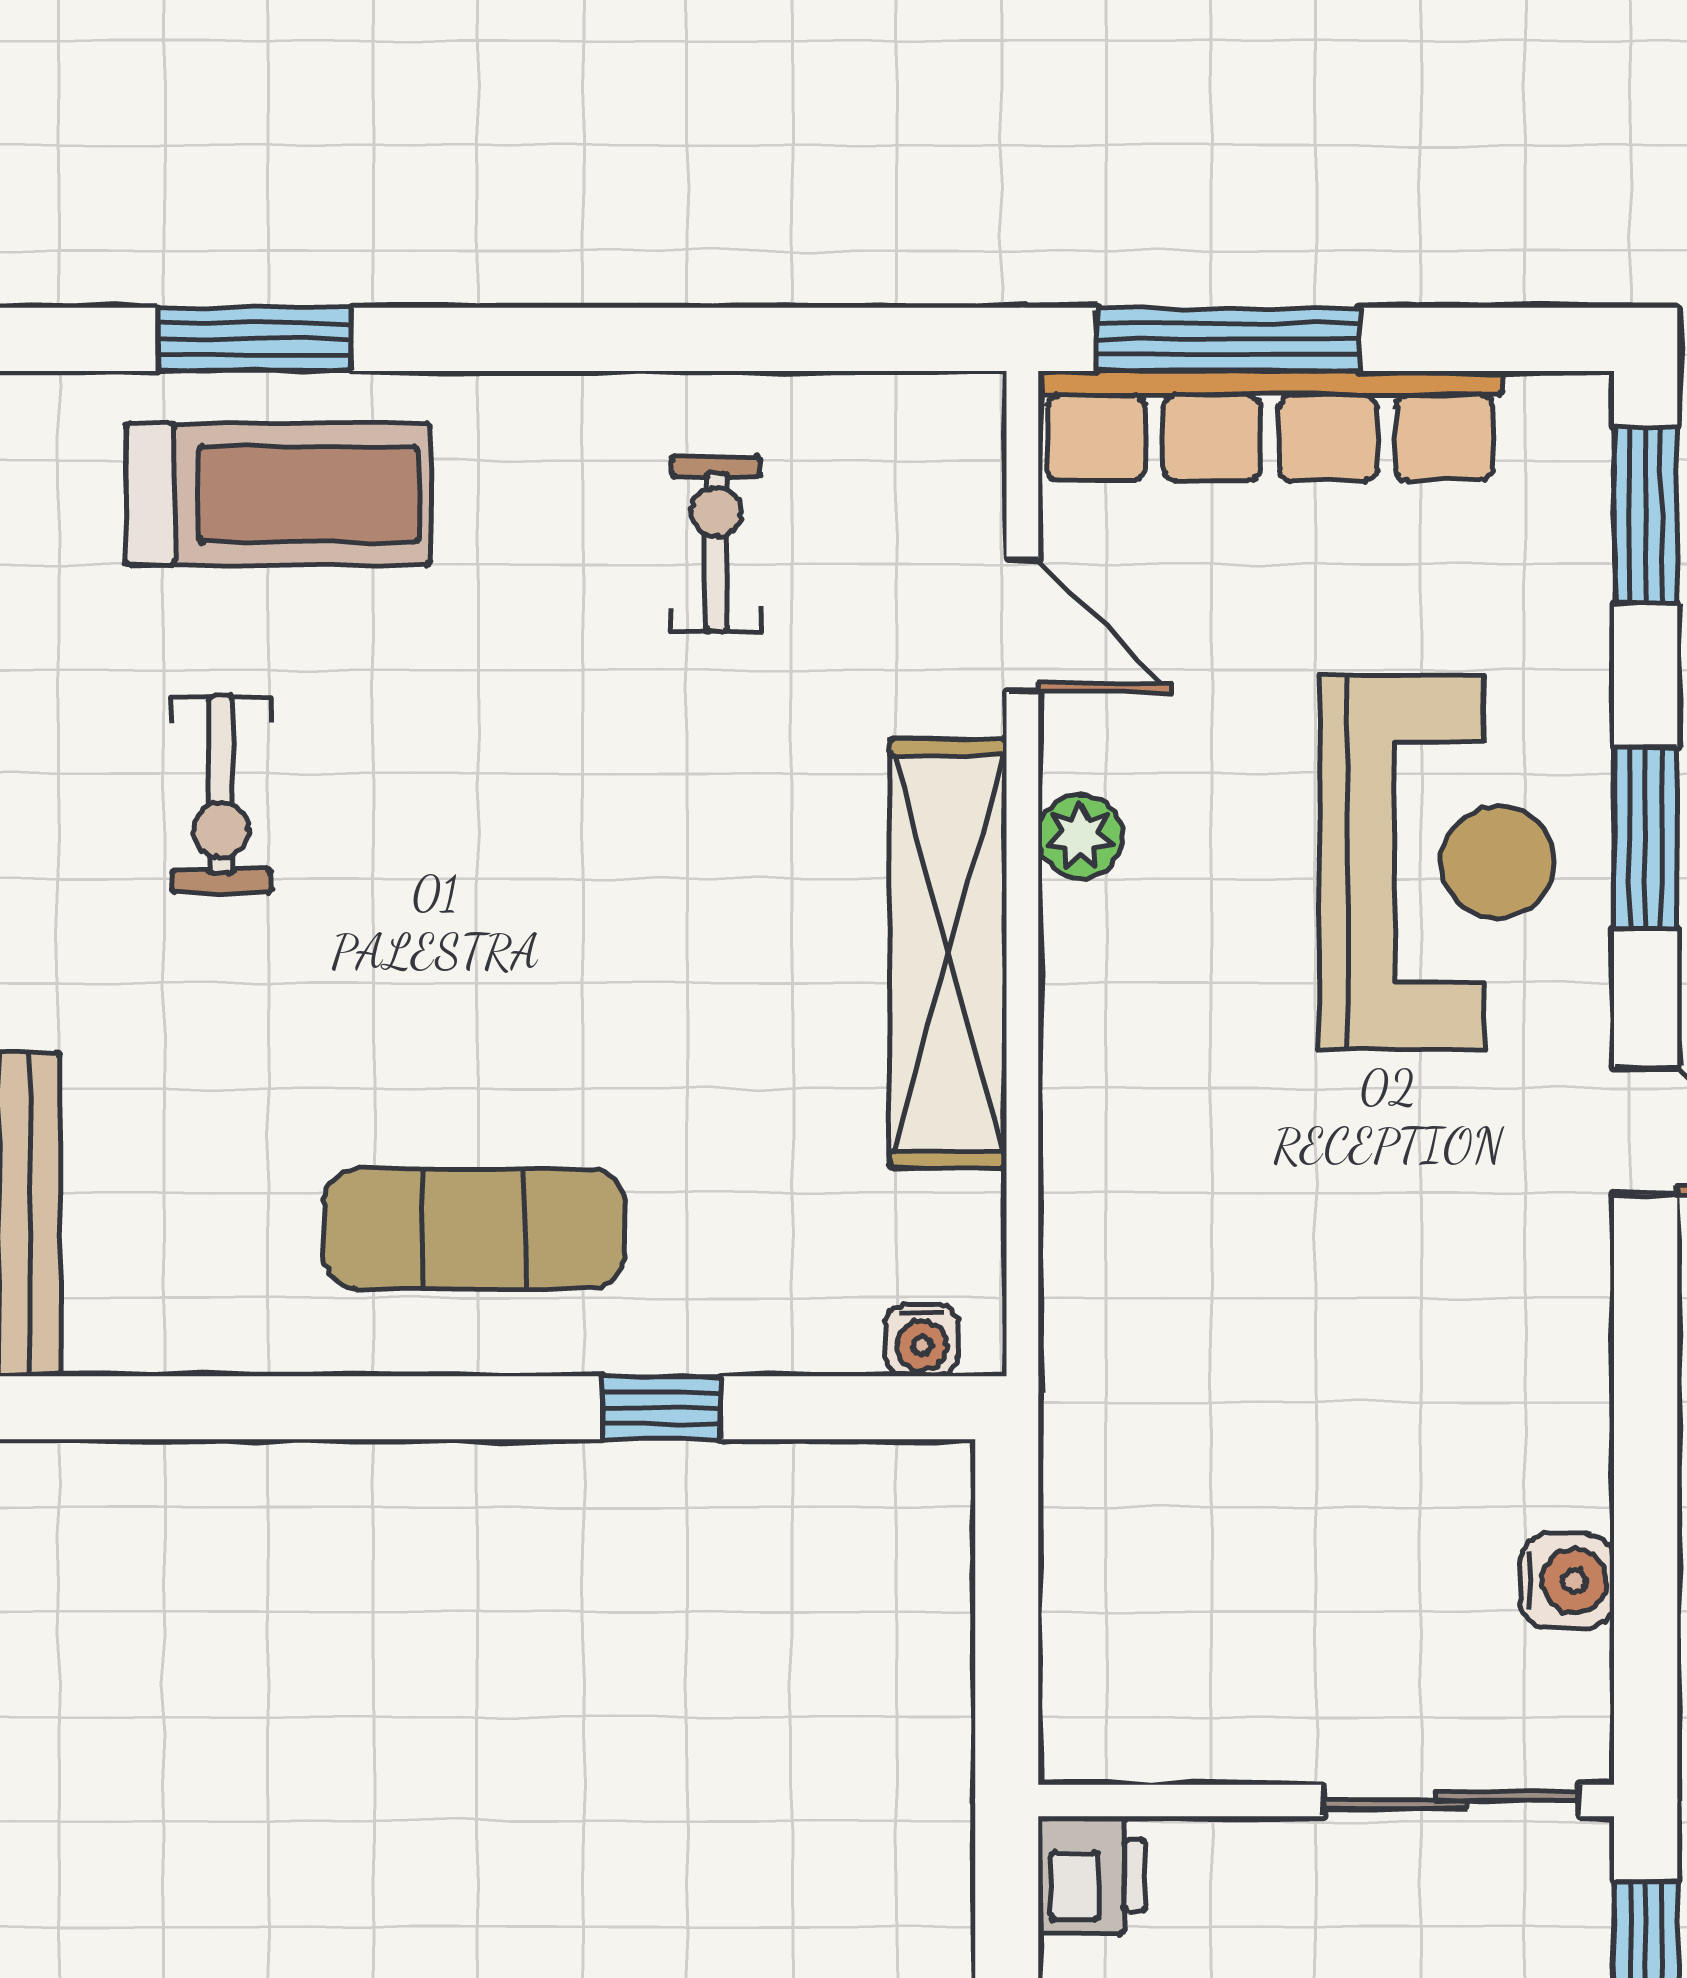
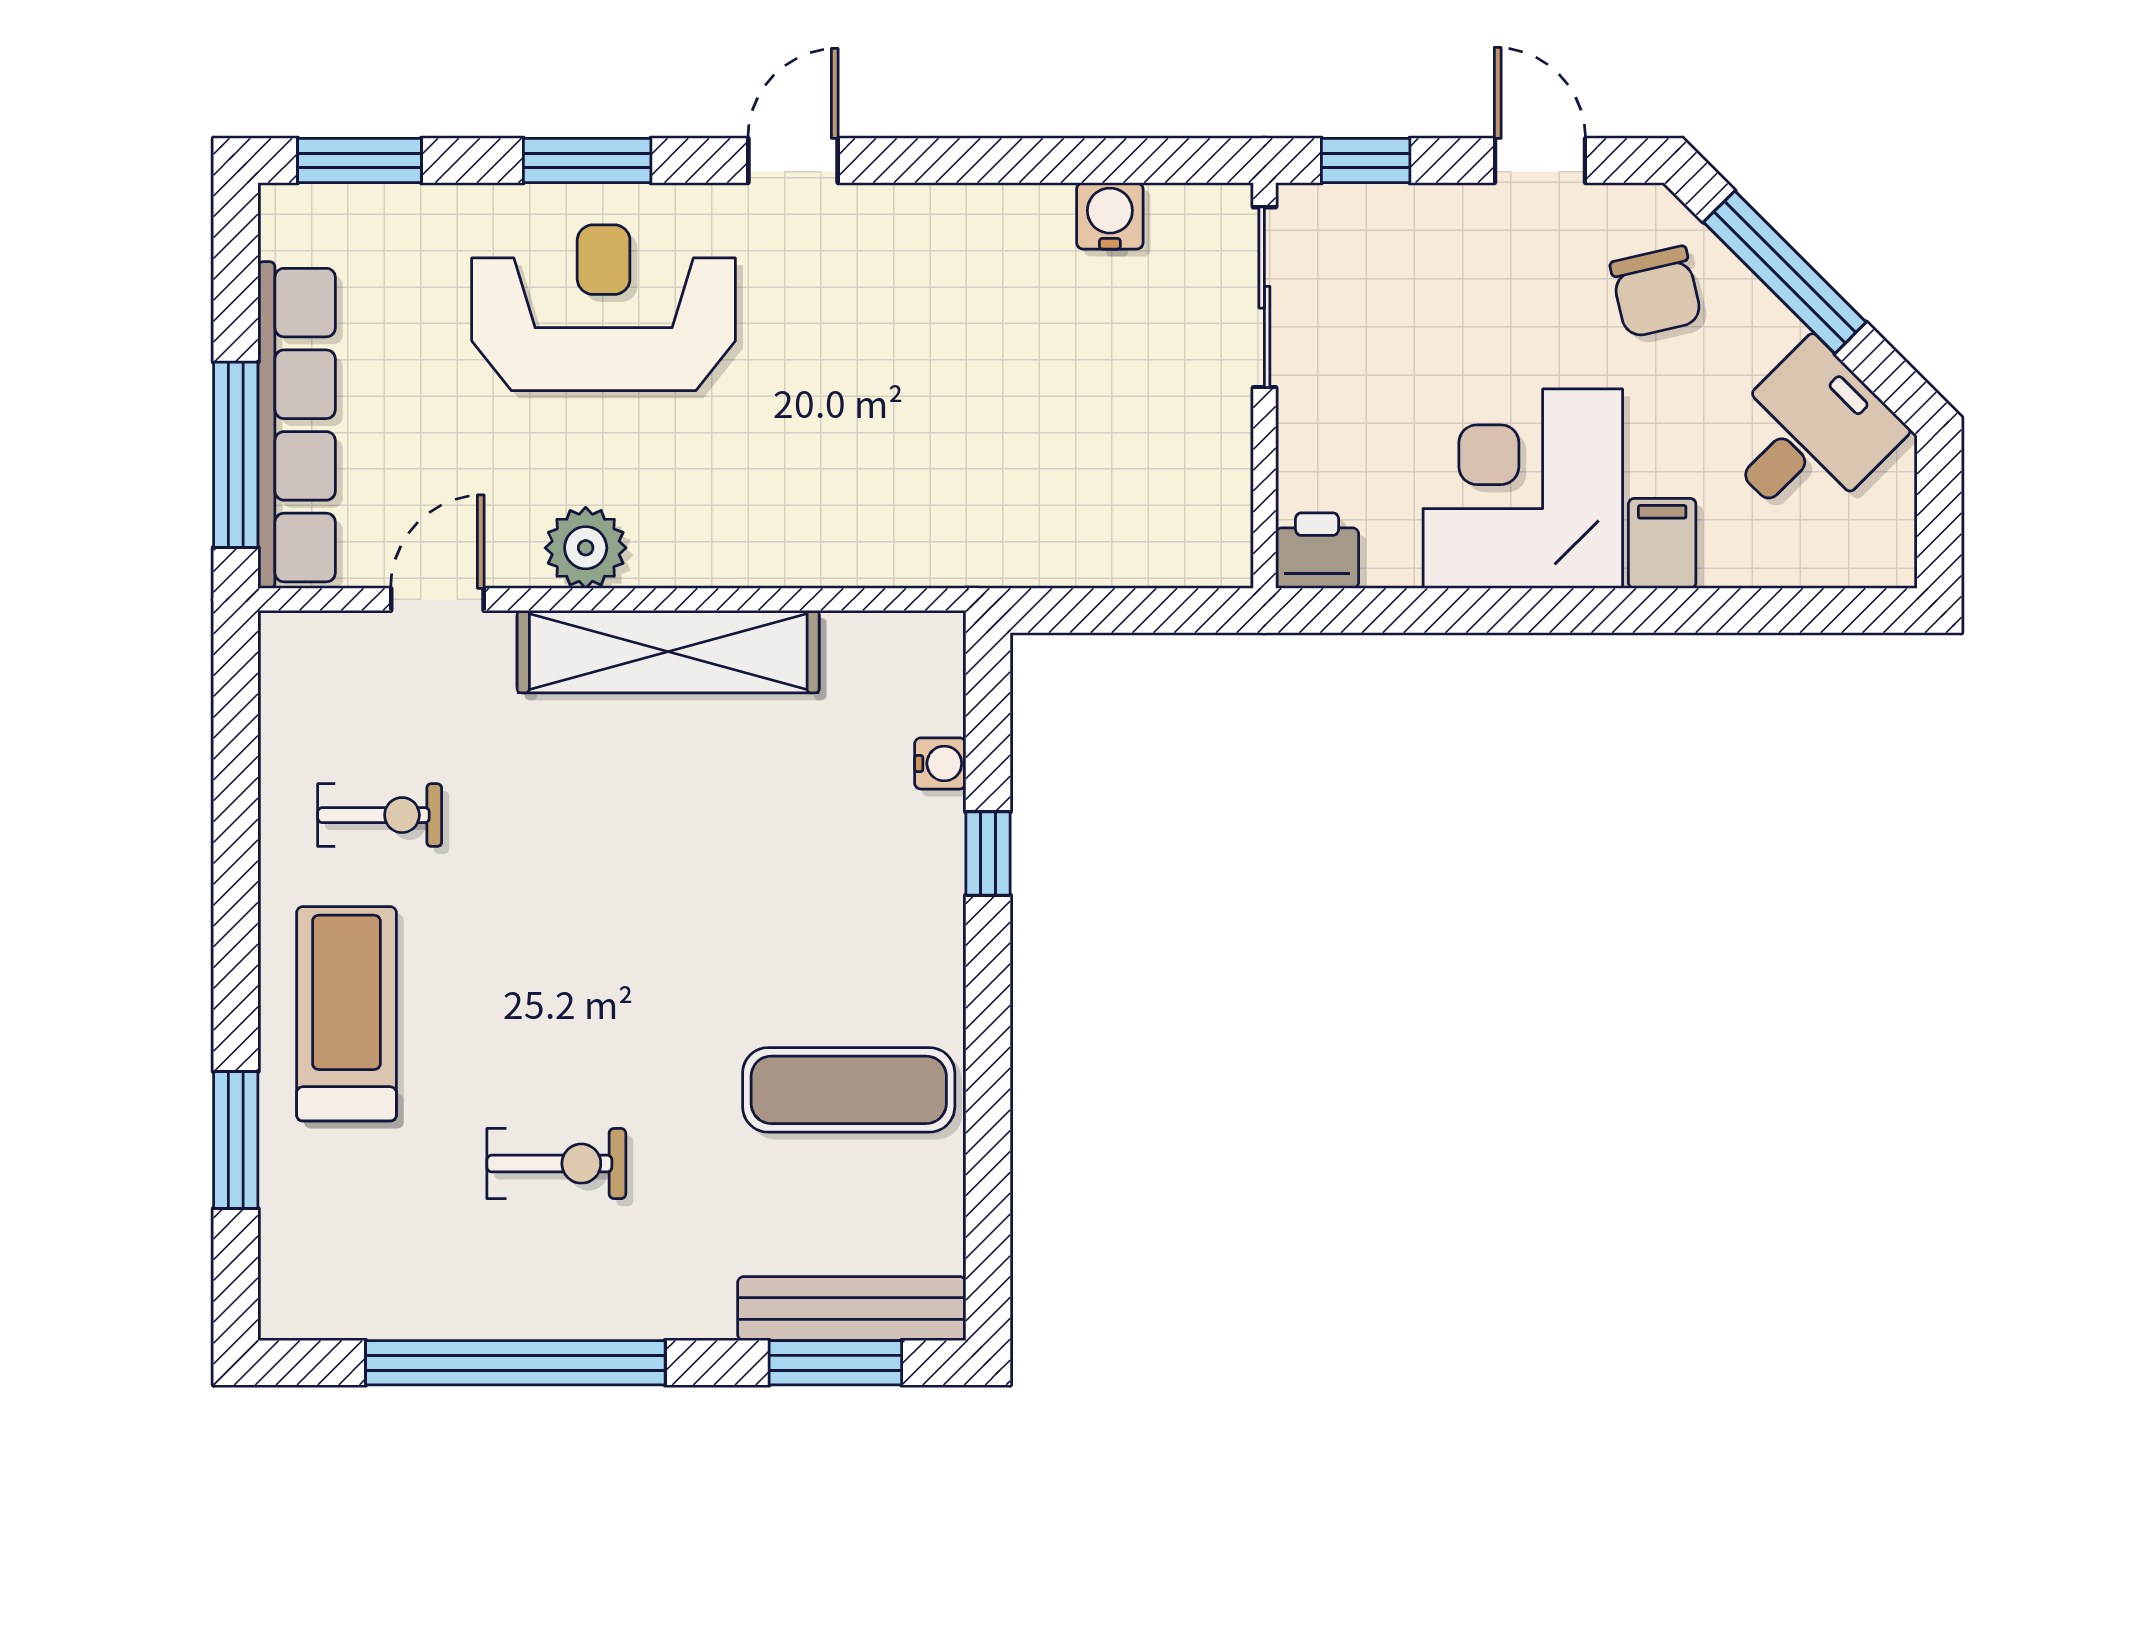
treadmill: (278, 494) -> (346, 1014), moved
exercise bike: (716, 544) -> (380, 815), turned 180
plant: (1080, 836) -> (586, 548), width x1.38, depth x1.38
exercise mat: (474, 1229) -> (849, 1090), moved, turned 90
water cooler: (922, 1340) -> (940, 763), moved

